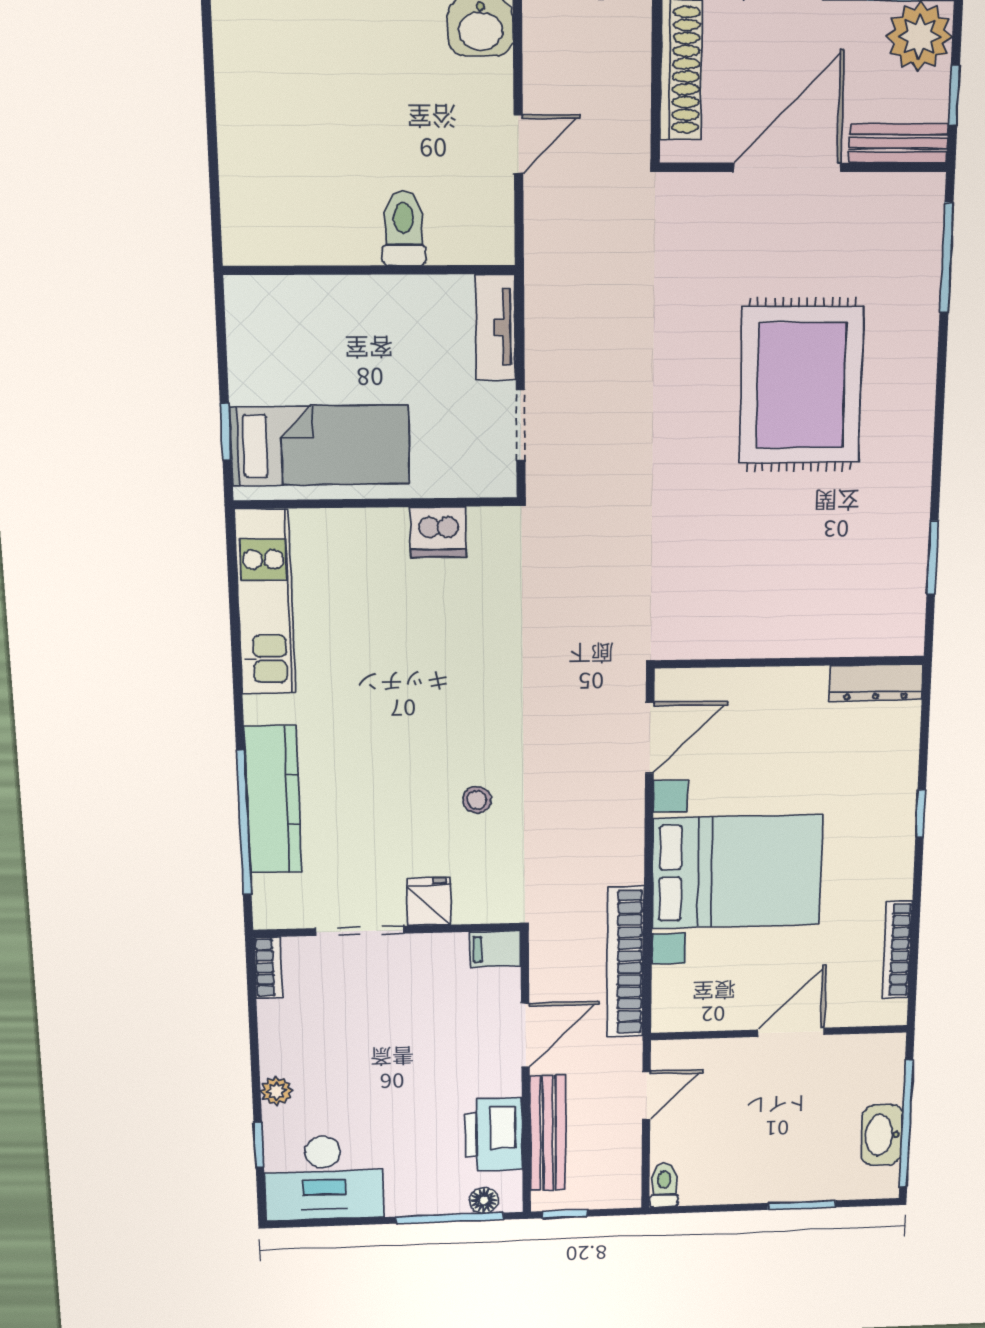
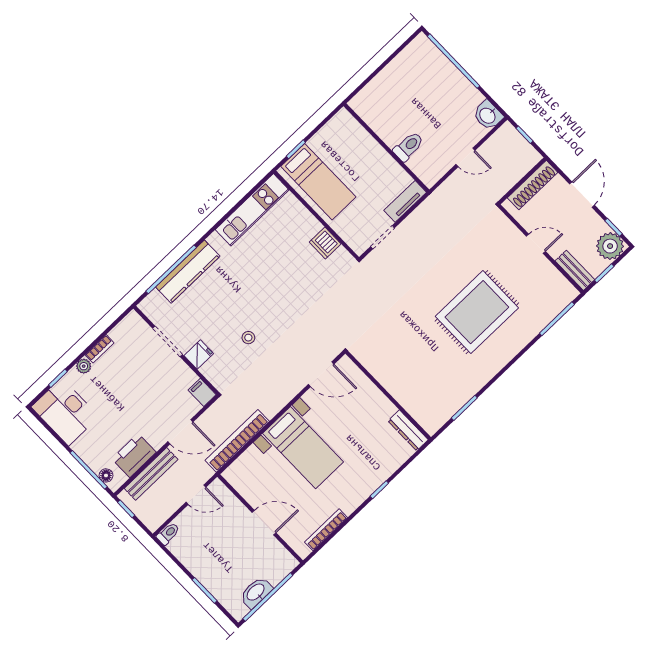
door: (787, 167) -> (536, 244), width x0.53
bed with nightstands: (737, 872) -> (303, 448), width x0.73
bookcase: (268, 968) -> (100, 349), moved

